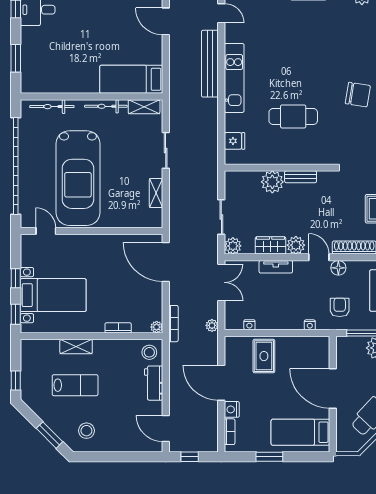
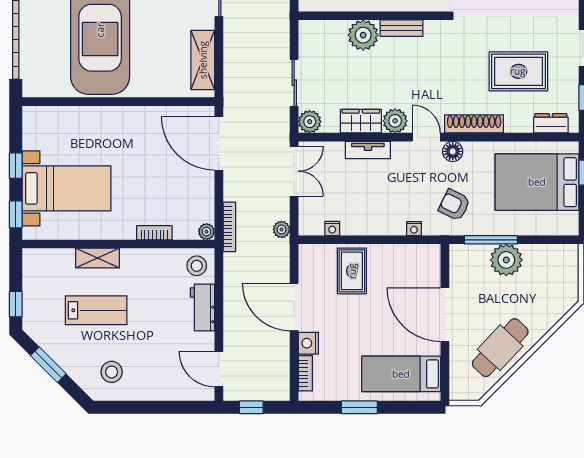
shelving: (156, 193) -> (203, 60), width x1.50, depth x1.33
door: (46, 231) -> (57, 102), removed
armchair: (340, 307) -> (454, 205), turned -64
window: (49, 435) -> (48, 365), moved

